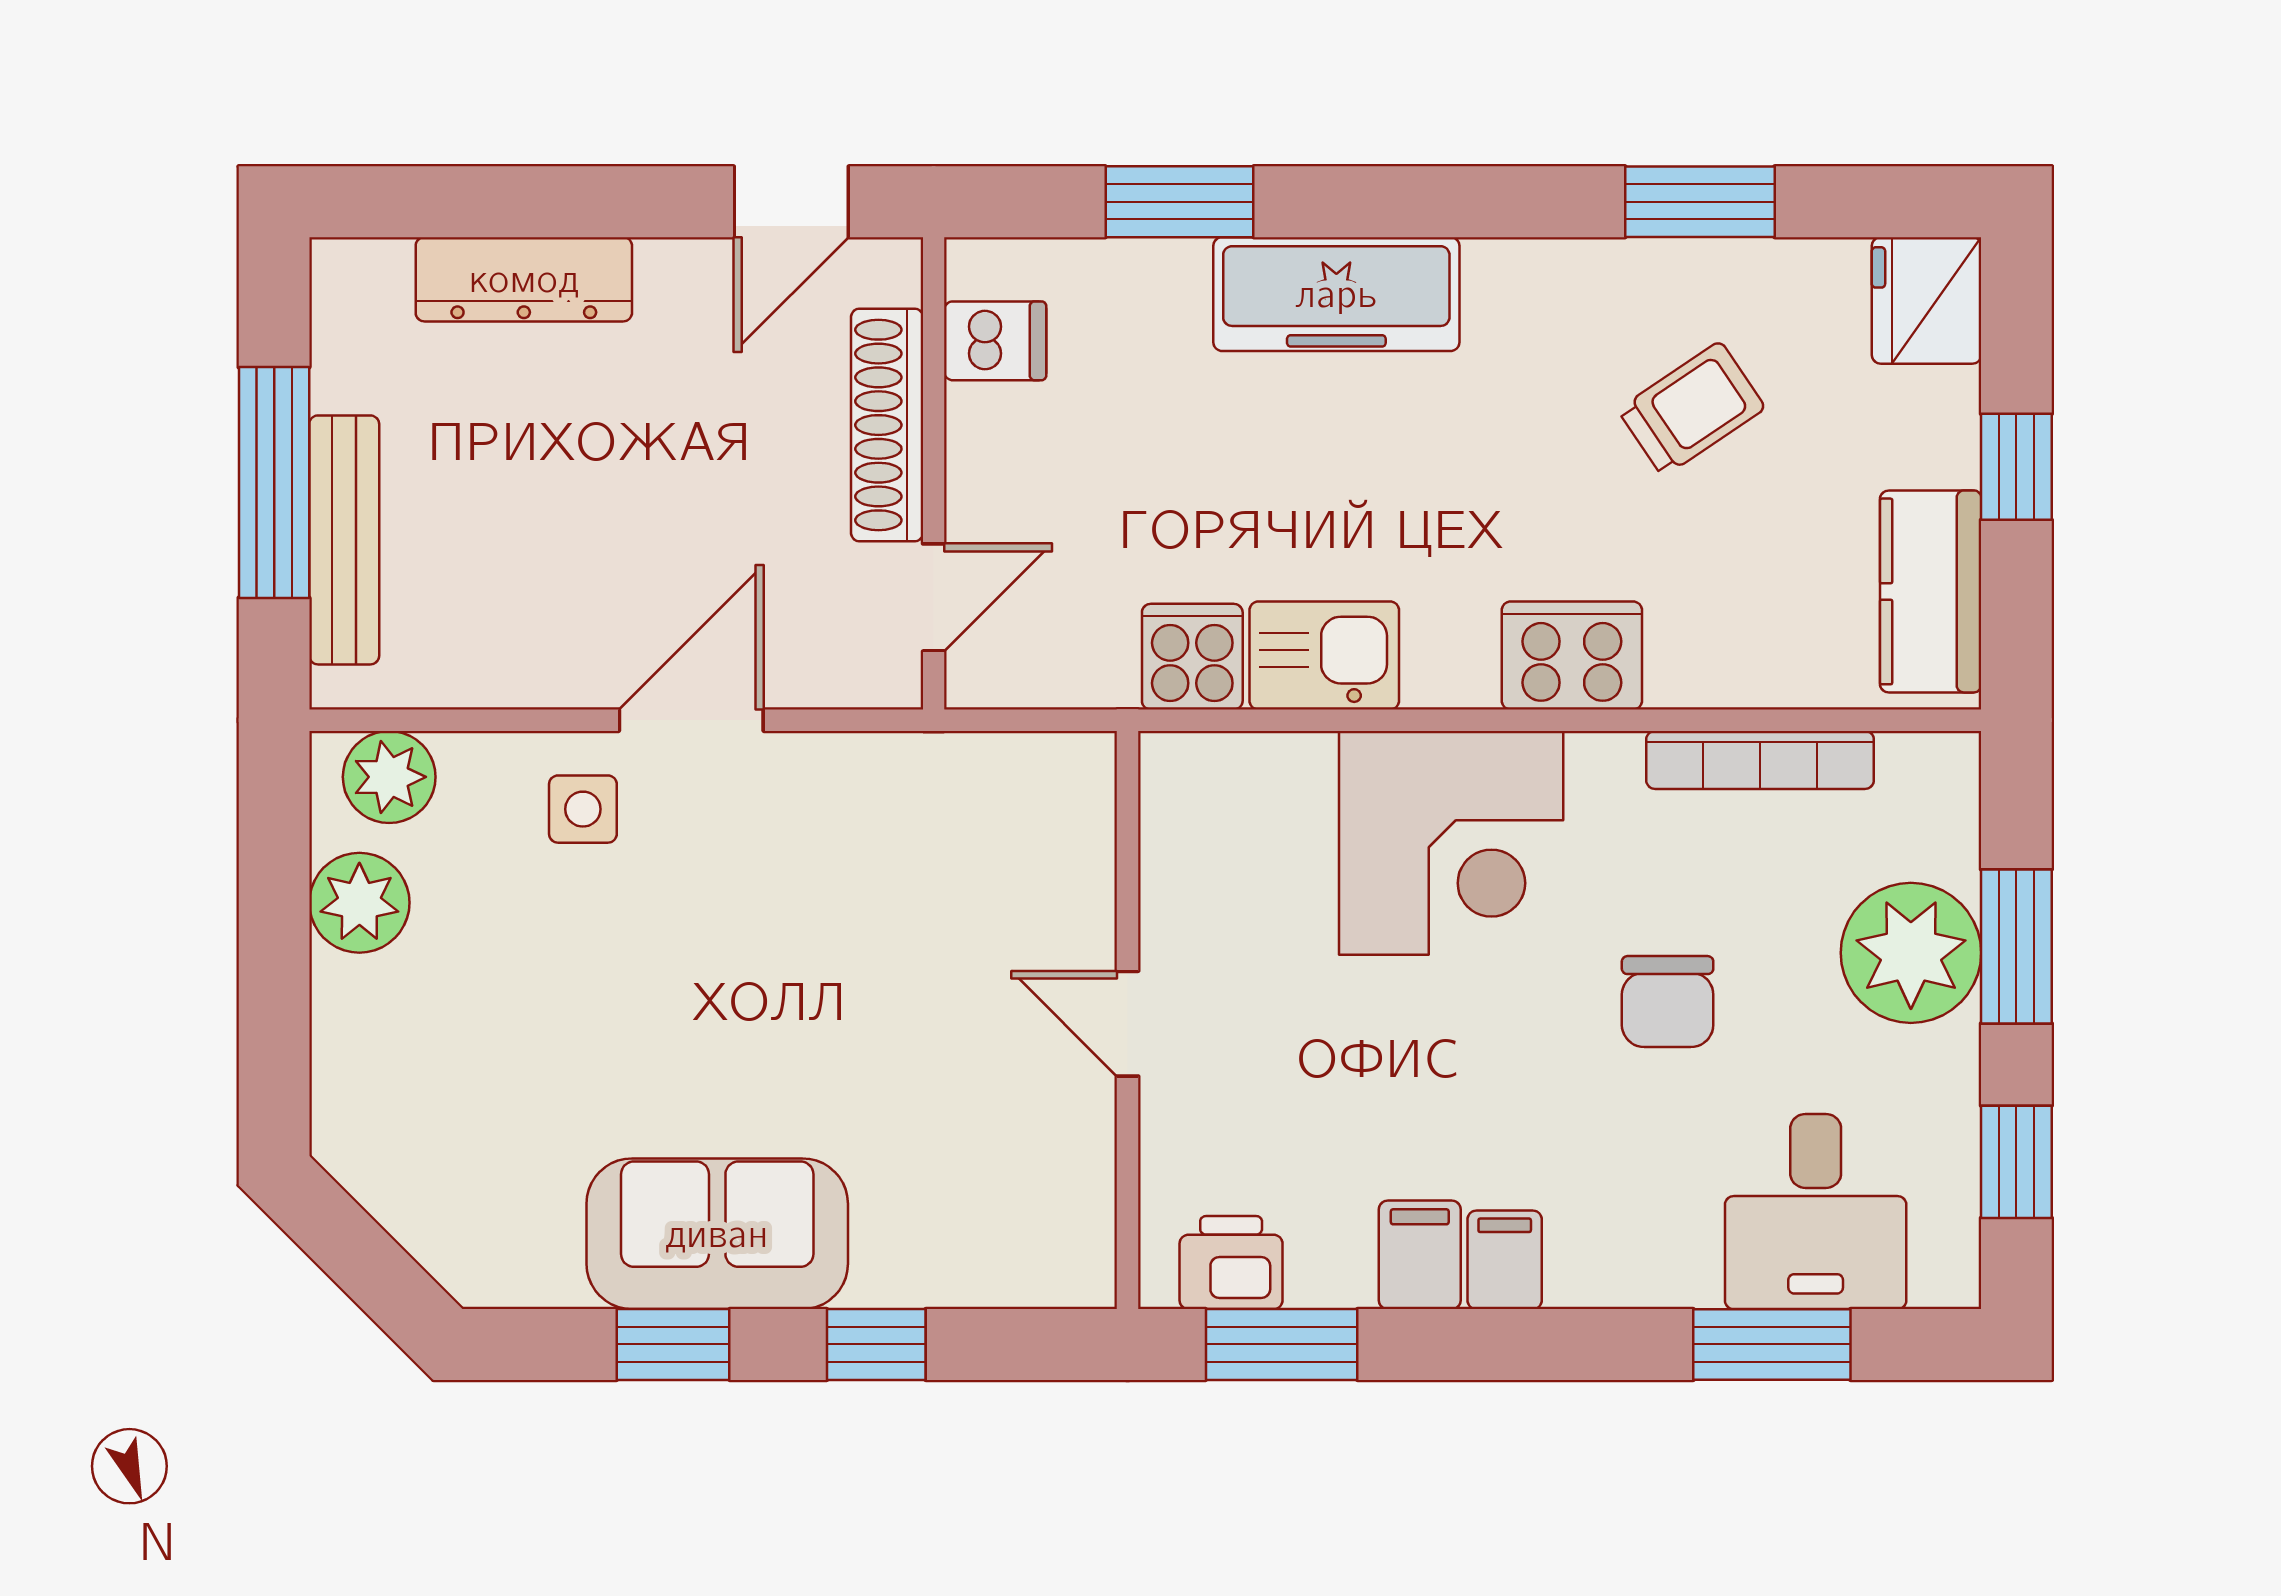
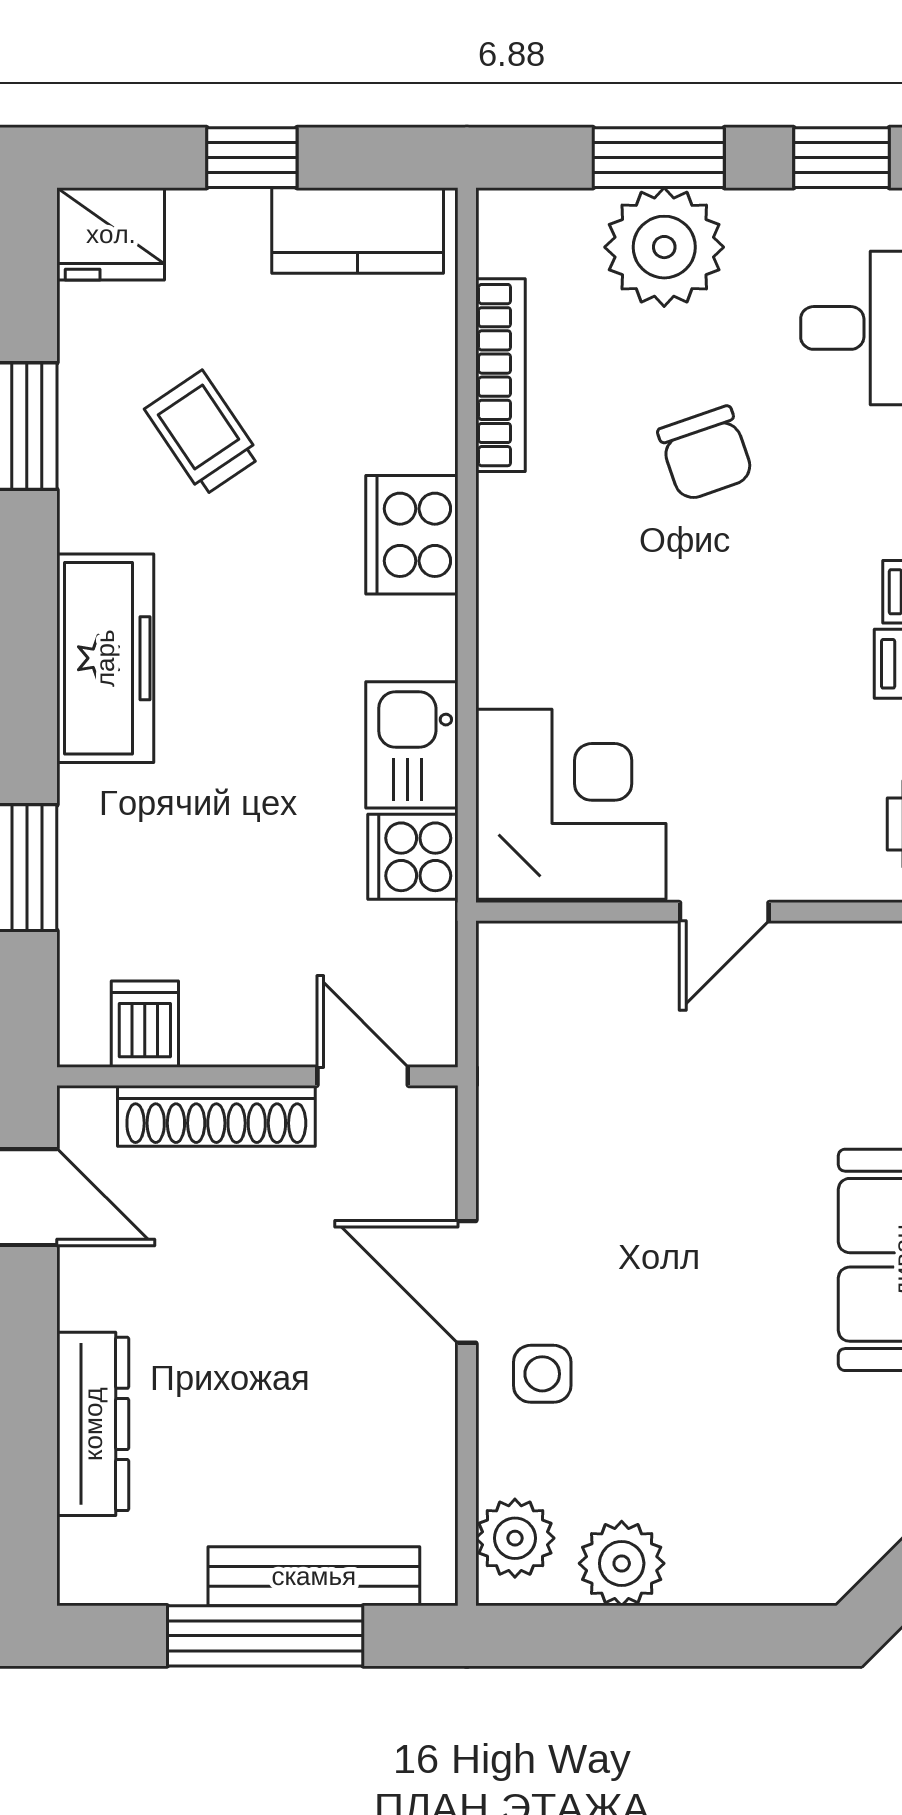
freezer: (1336, 294) -> (105, 658), moved
corner desk: (1451, 843) -> (571, 804), moved
chair: (1668, 1002) -> (706, 454), turned 71

